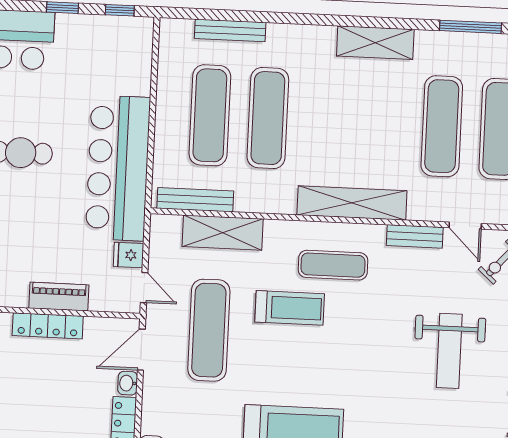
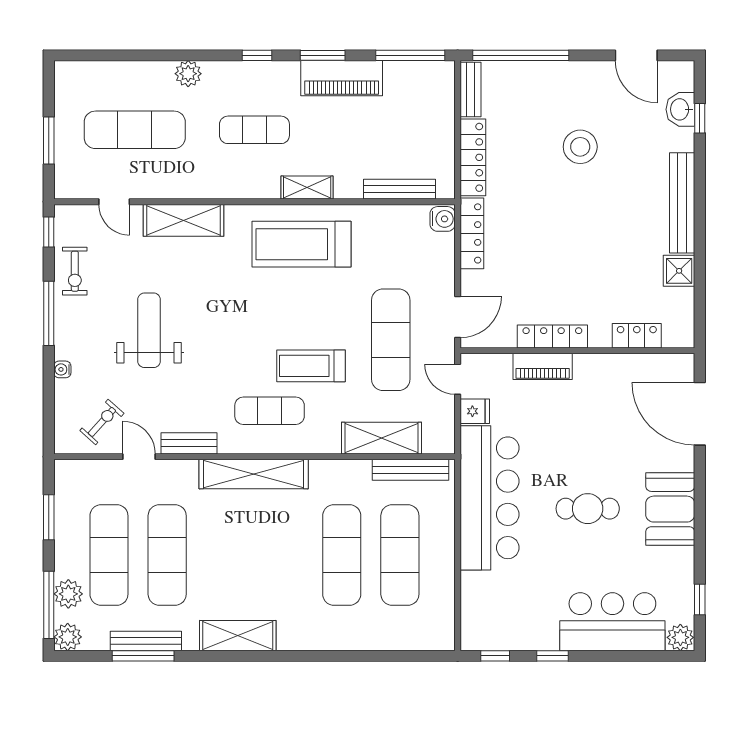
bench: (230, 30) -> (146, 641), moved
washbasin: (128, 383) -> (470, 283), removed

